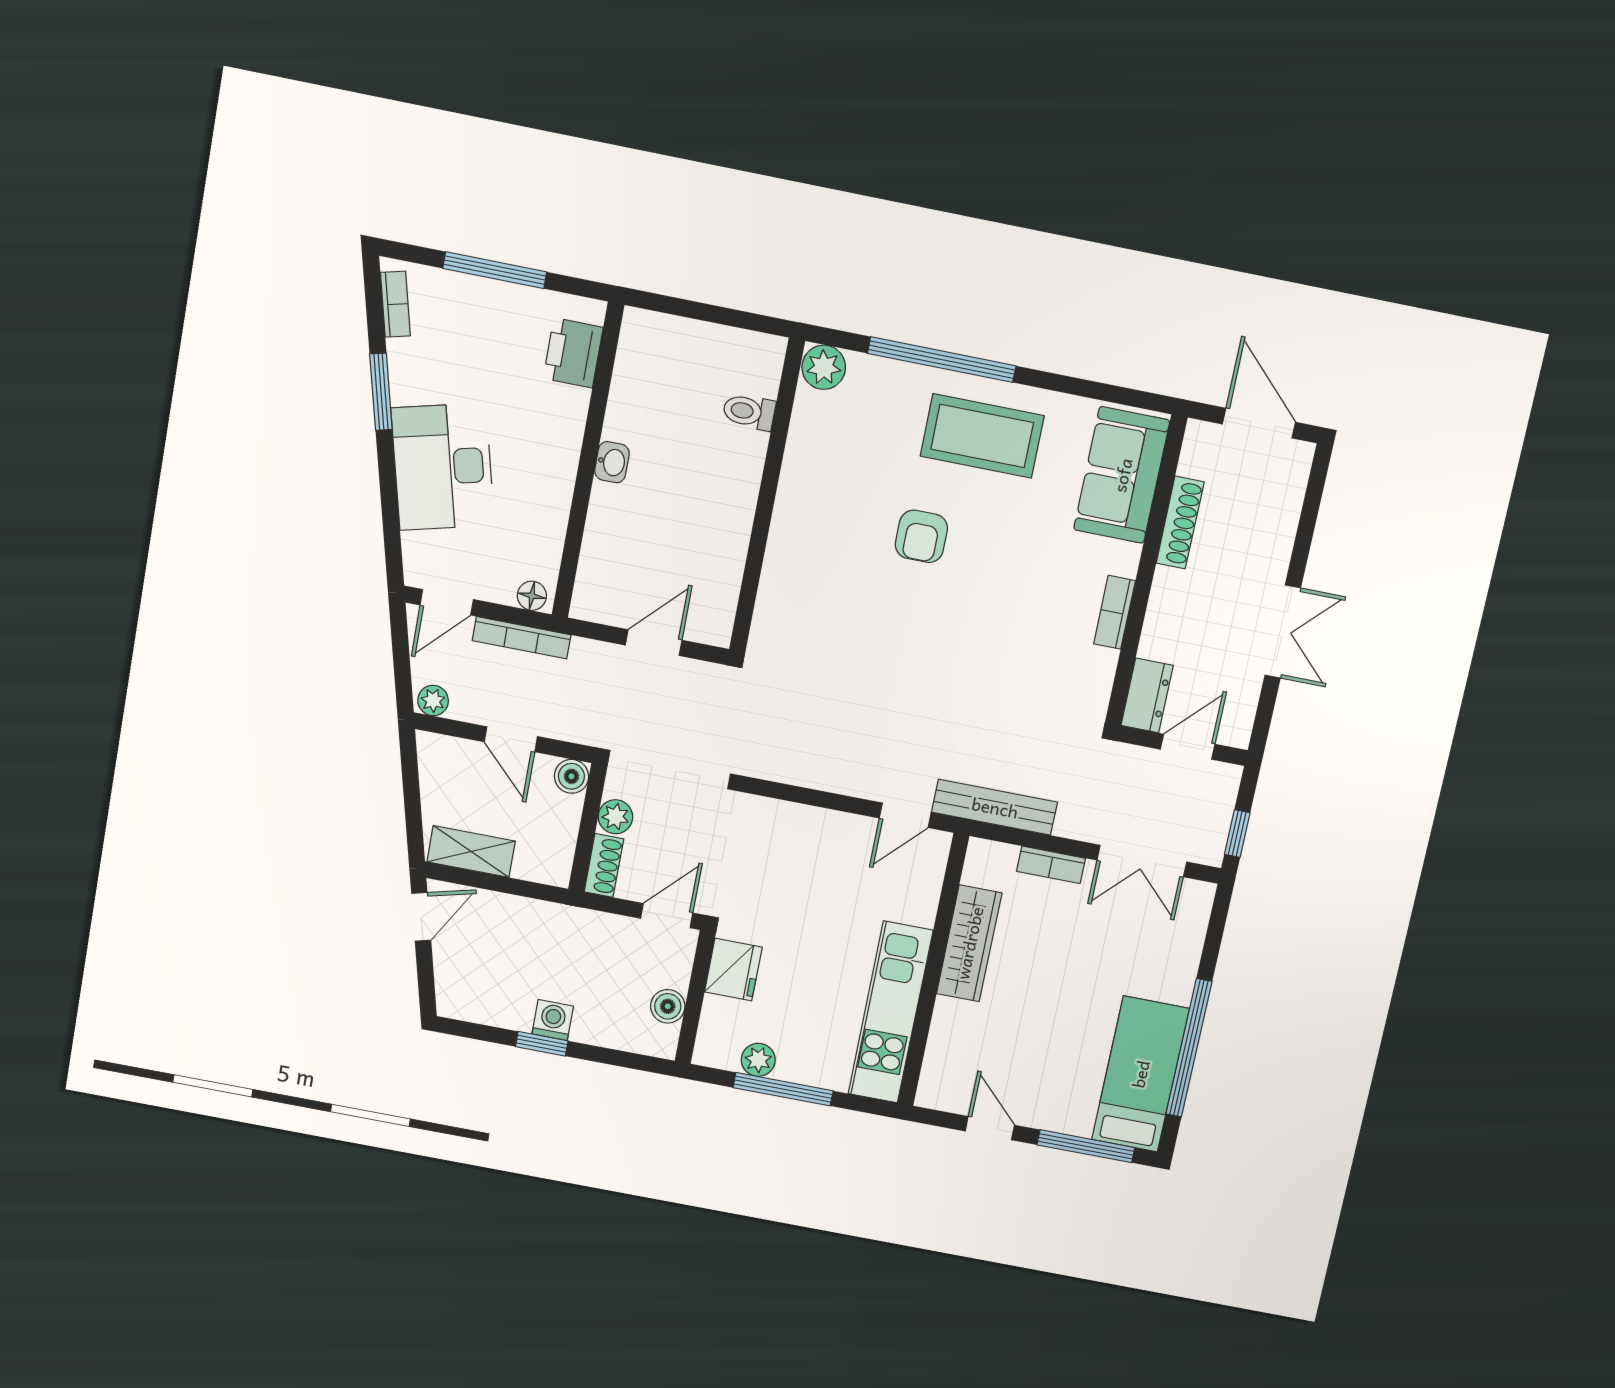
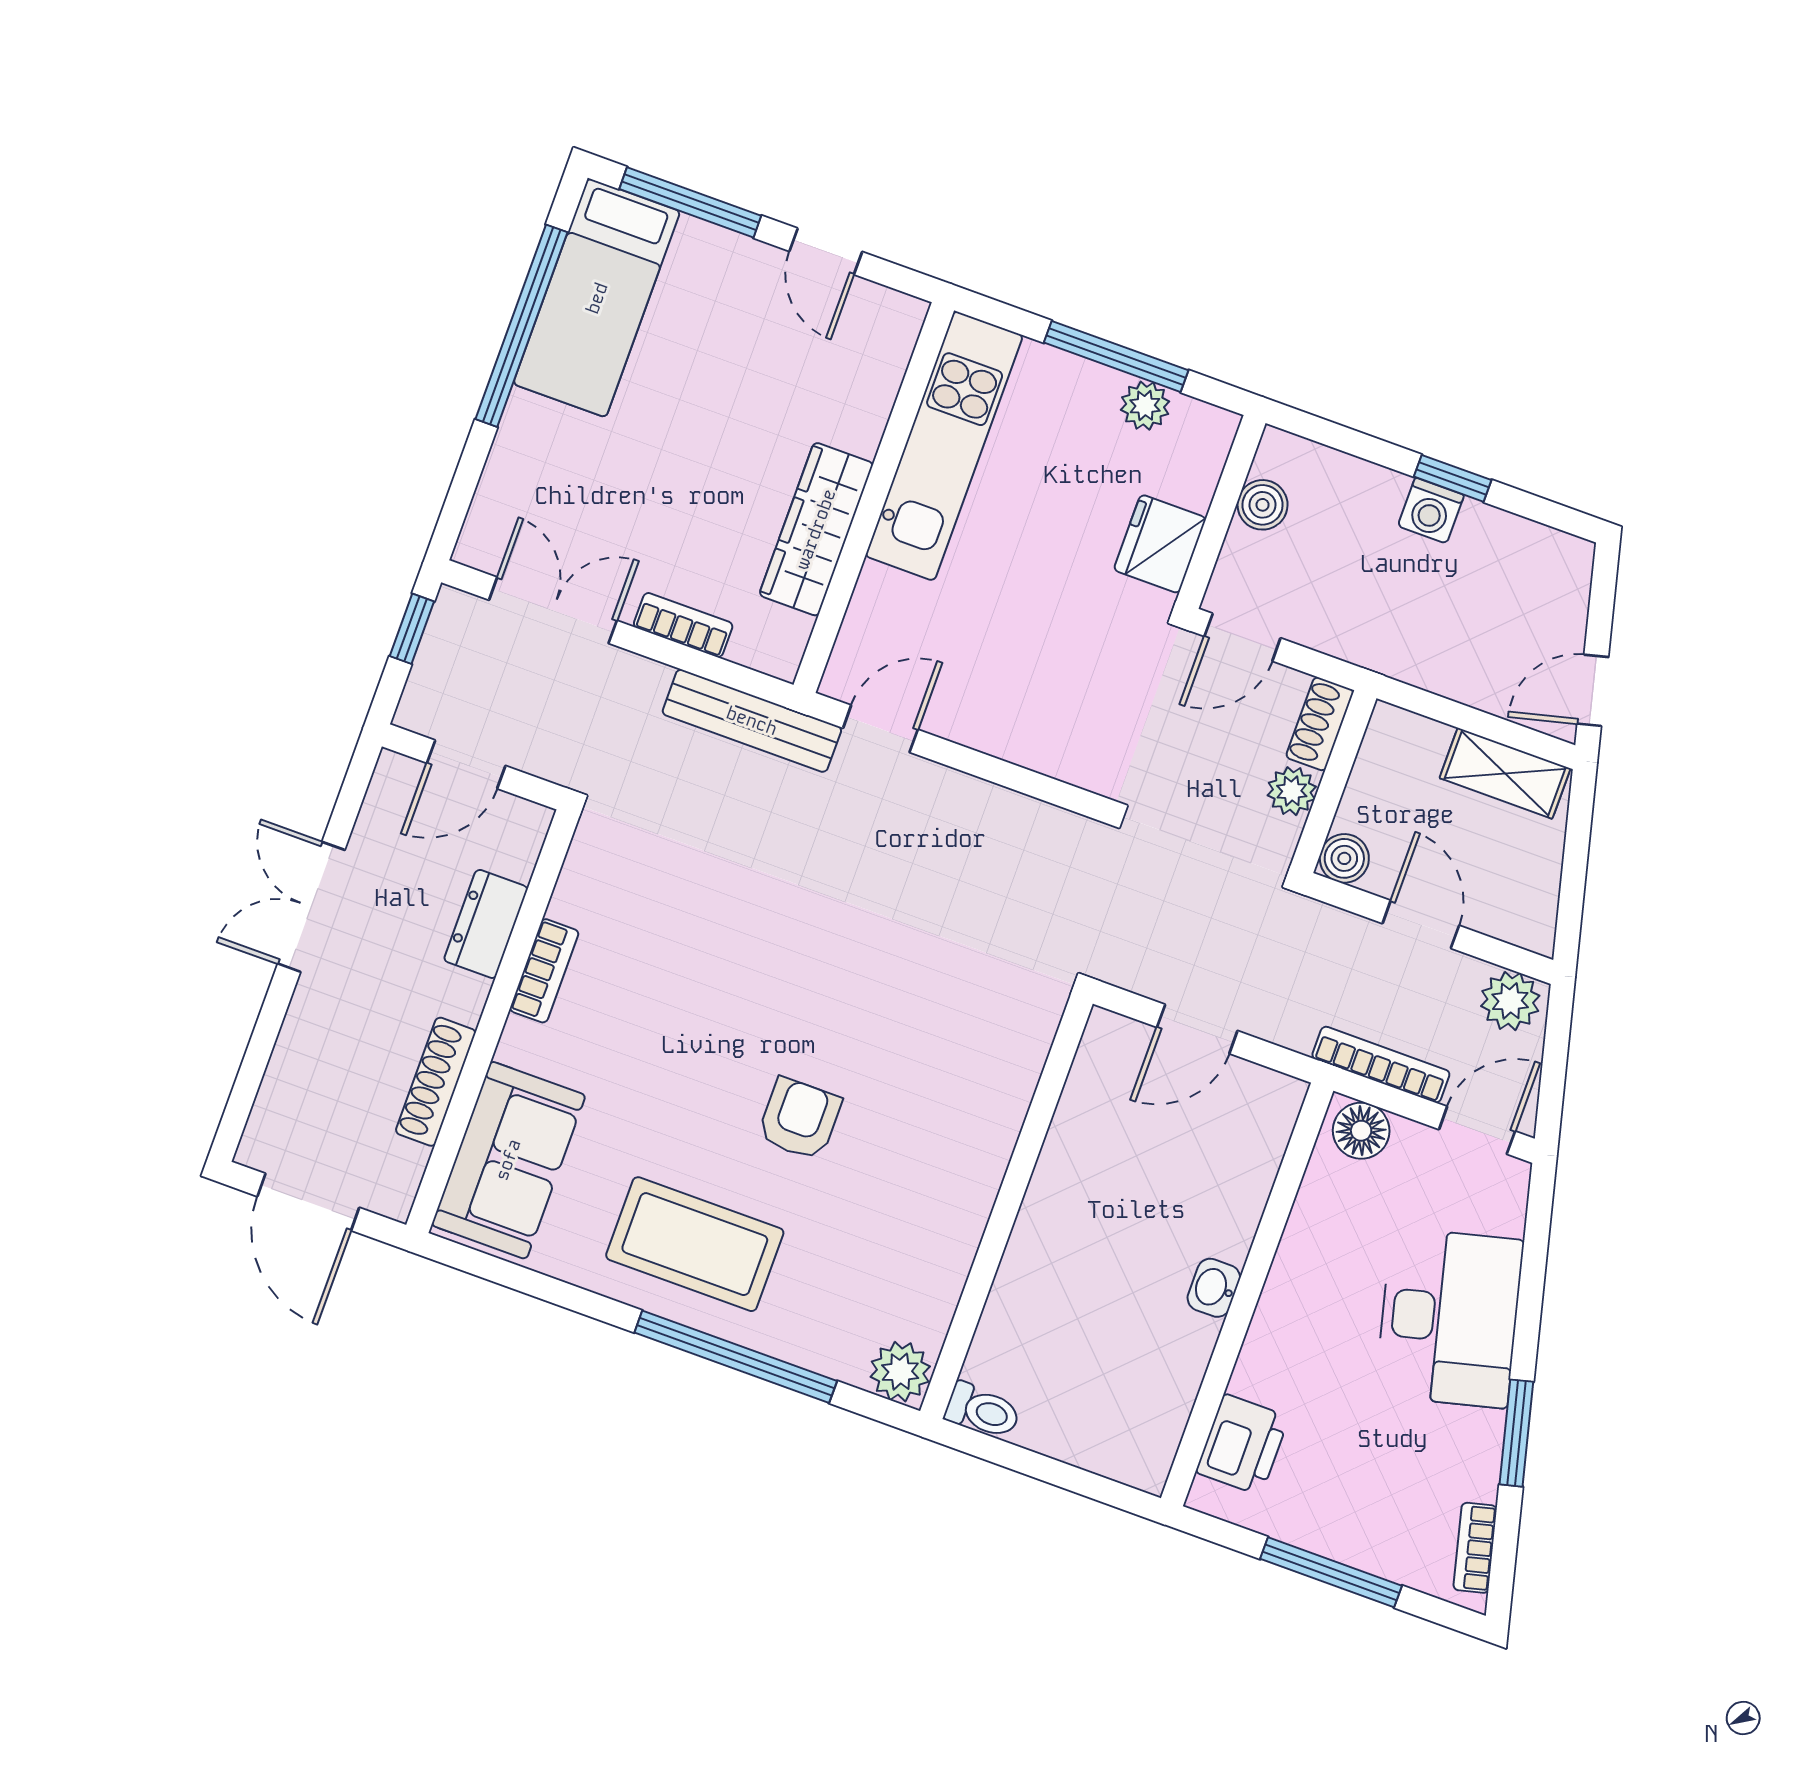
toilet: (749, 412) -> (983, 1411), moved
floor lamp: (532, 596) -> (1361, 1131), width x1.37, depth x1.37
dresser: (1147, 695) -> (486, 924), moved
plant: (433, 700) -> (1510, 1001), width x1.38, depth x1.38

